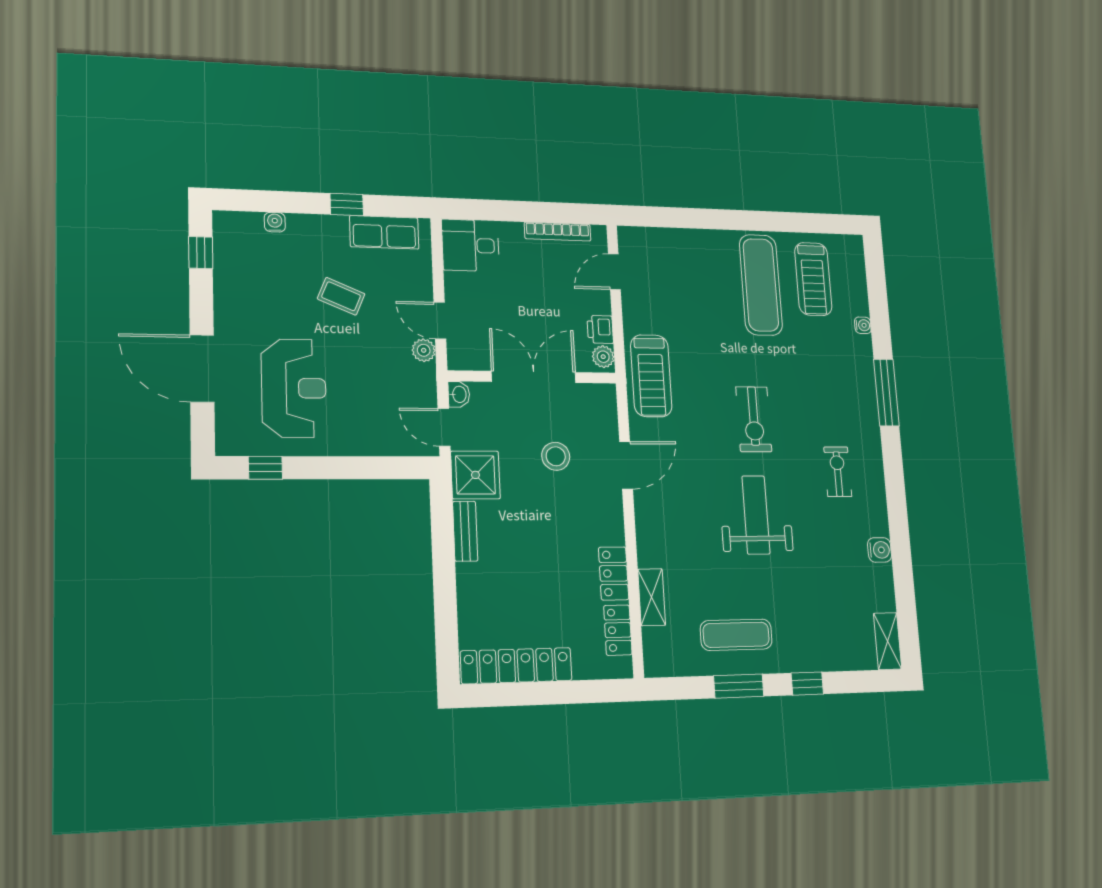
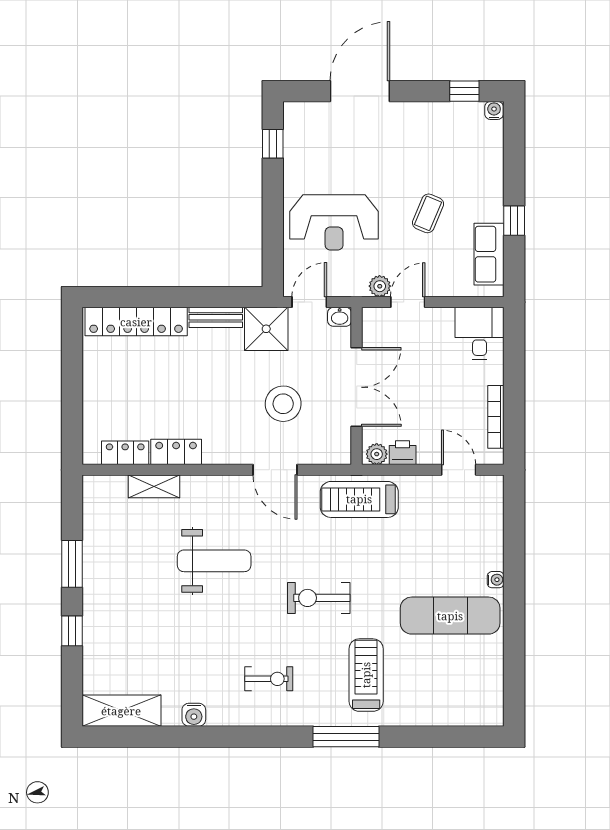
water cooler: (275, 222) -> (494, 110), moved, turned -90
treadmill: (813, 279) -> (366, 675), moved, turned 90
water cooler: (863, 325) -> (496, 580), moved, turned -90
reception desk: (294, 388) -> (334, 222), moved
stool: (556, 456) -> (283, 404), width x1.38, depth x1.38
weight bench: (756, 515) -> (214, 561), moved
exercise mat: (736, 635) -> (118, 565), removed
shelving: (888, 641) -> (121, 711), width x1.50, depth x1.33
locker: (516, 666) -> (136, 322), moved, turned 90

